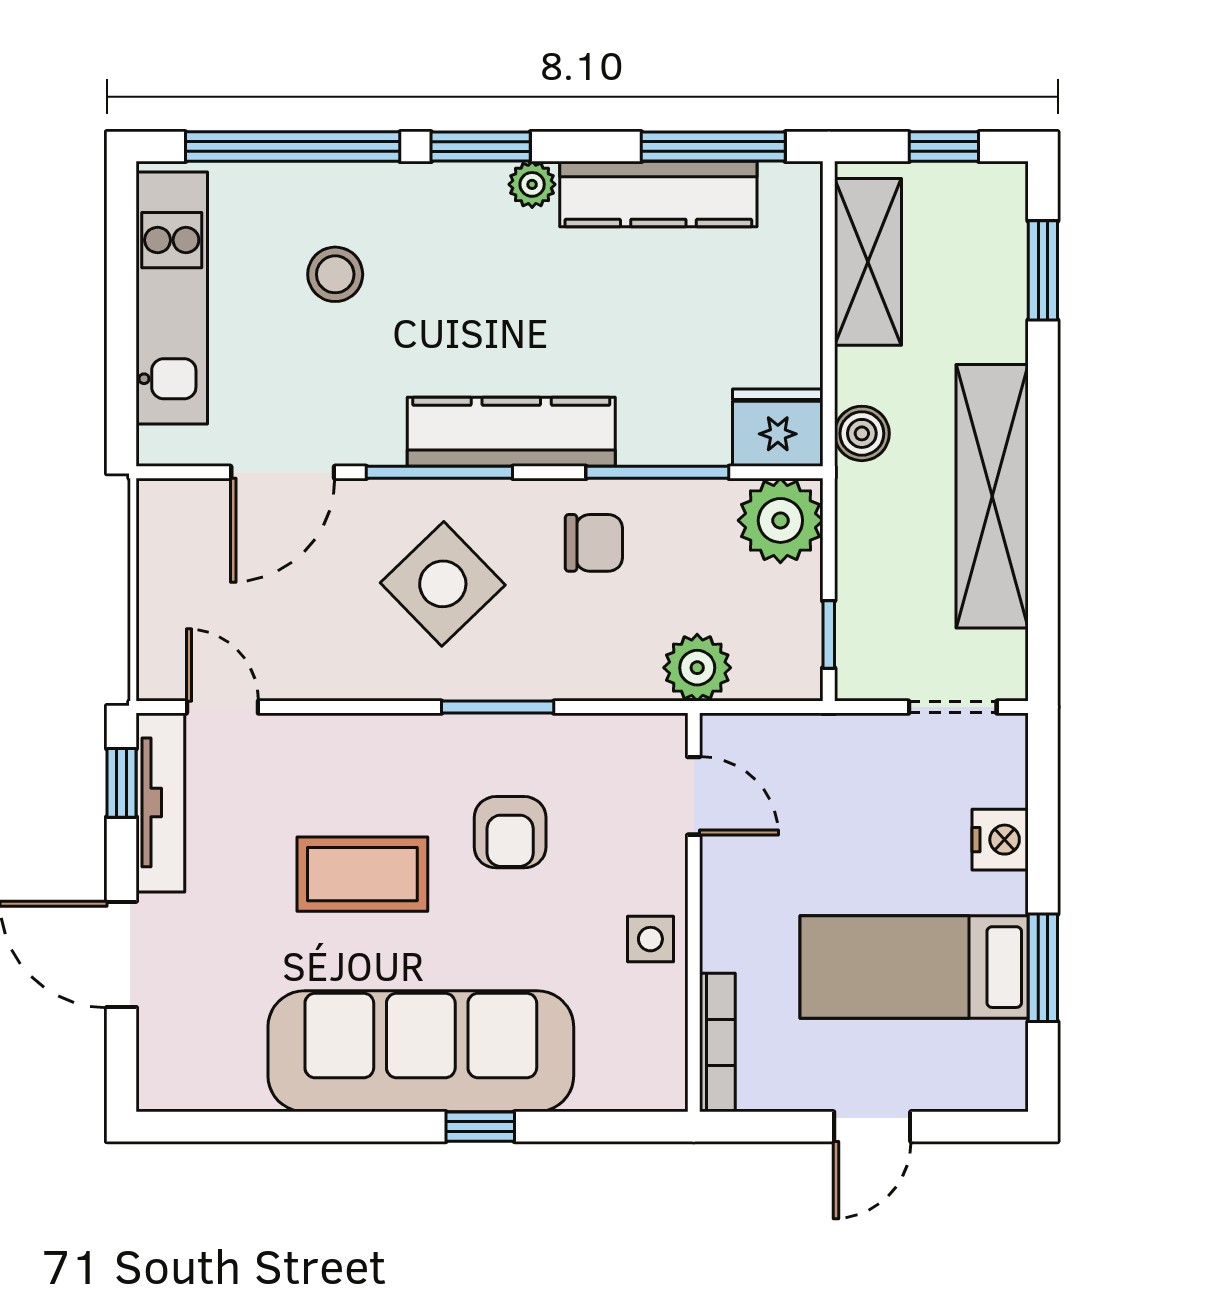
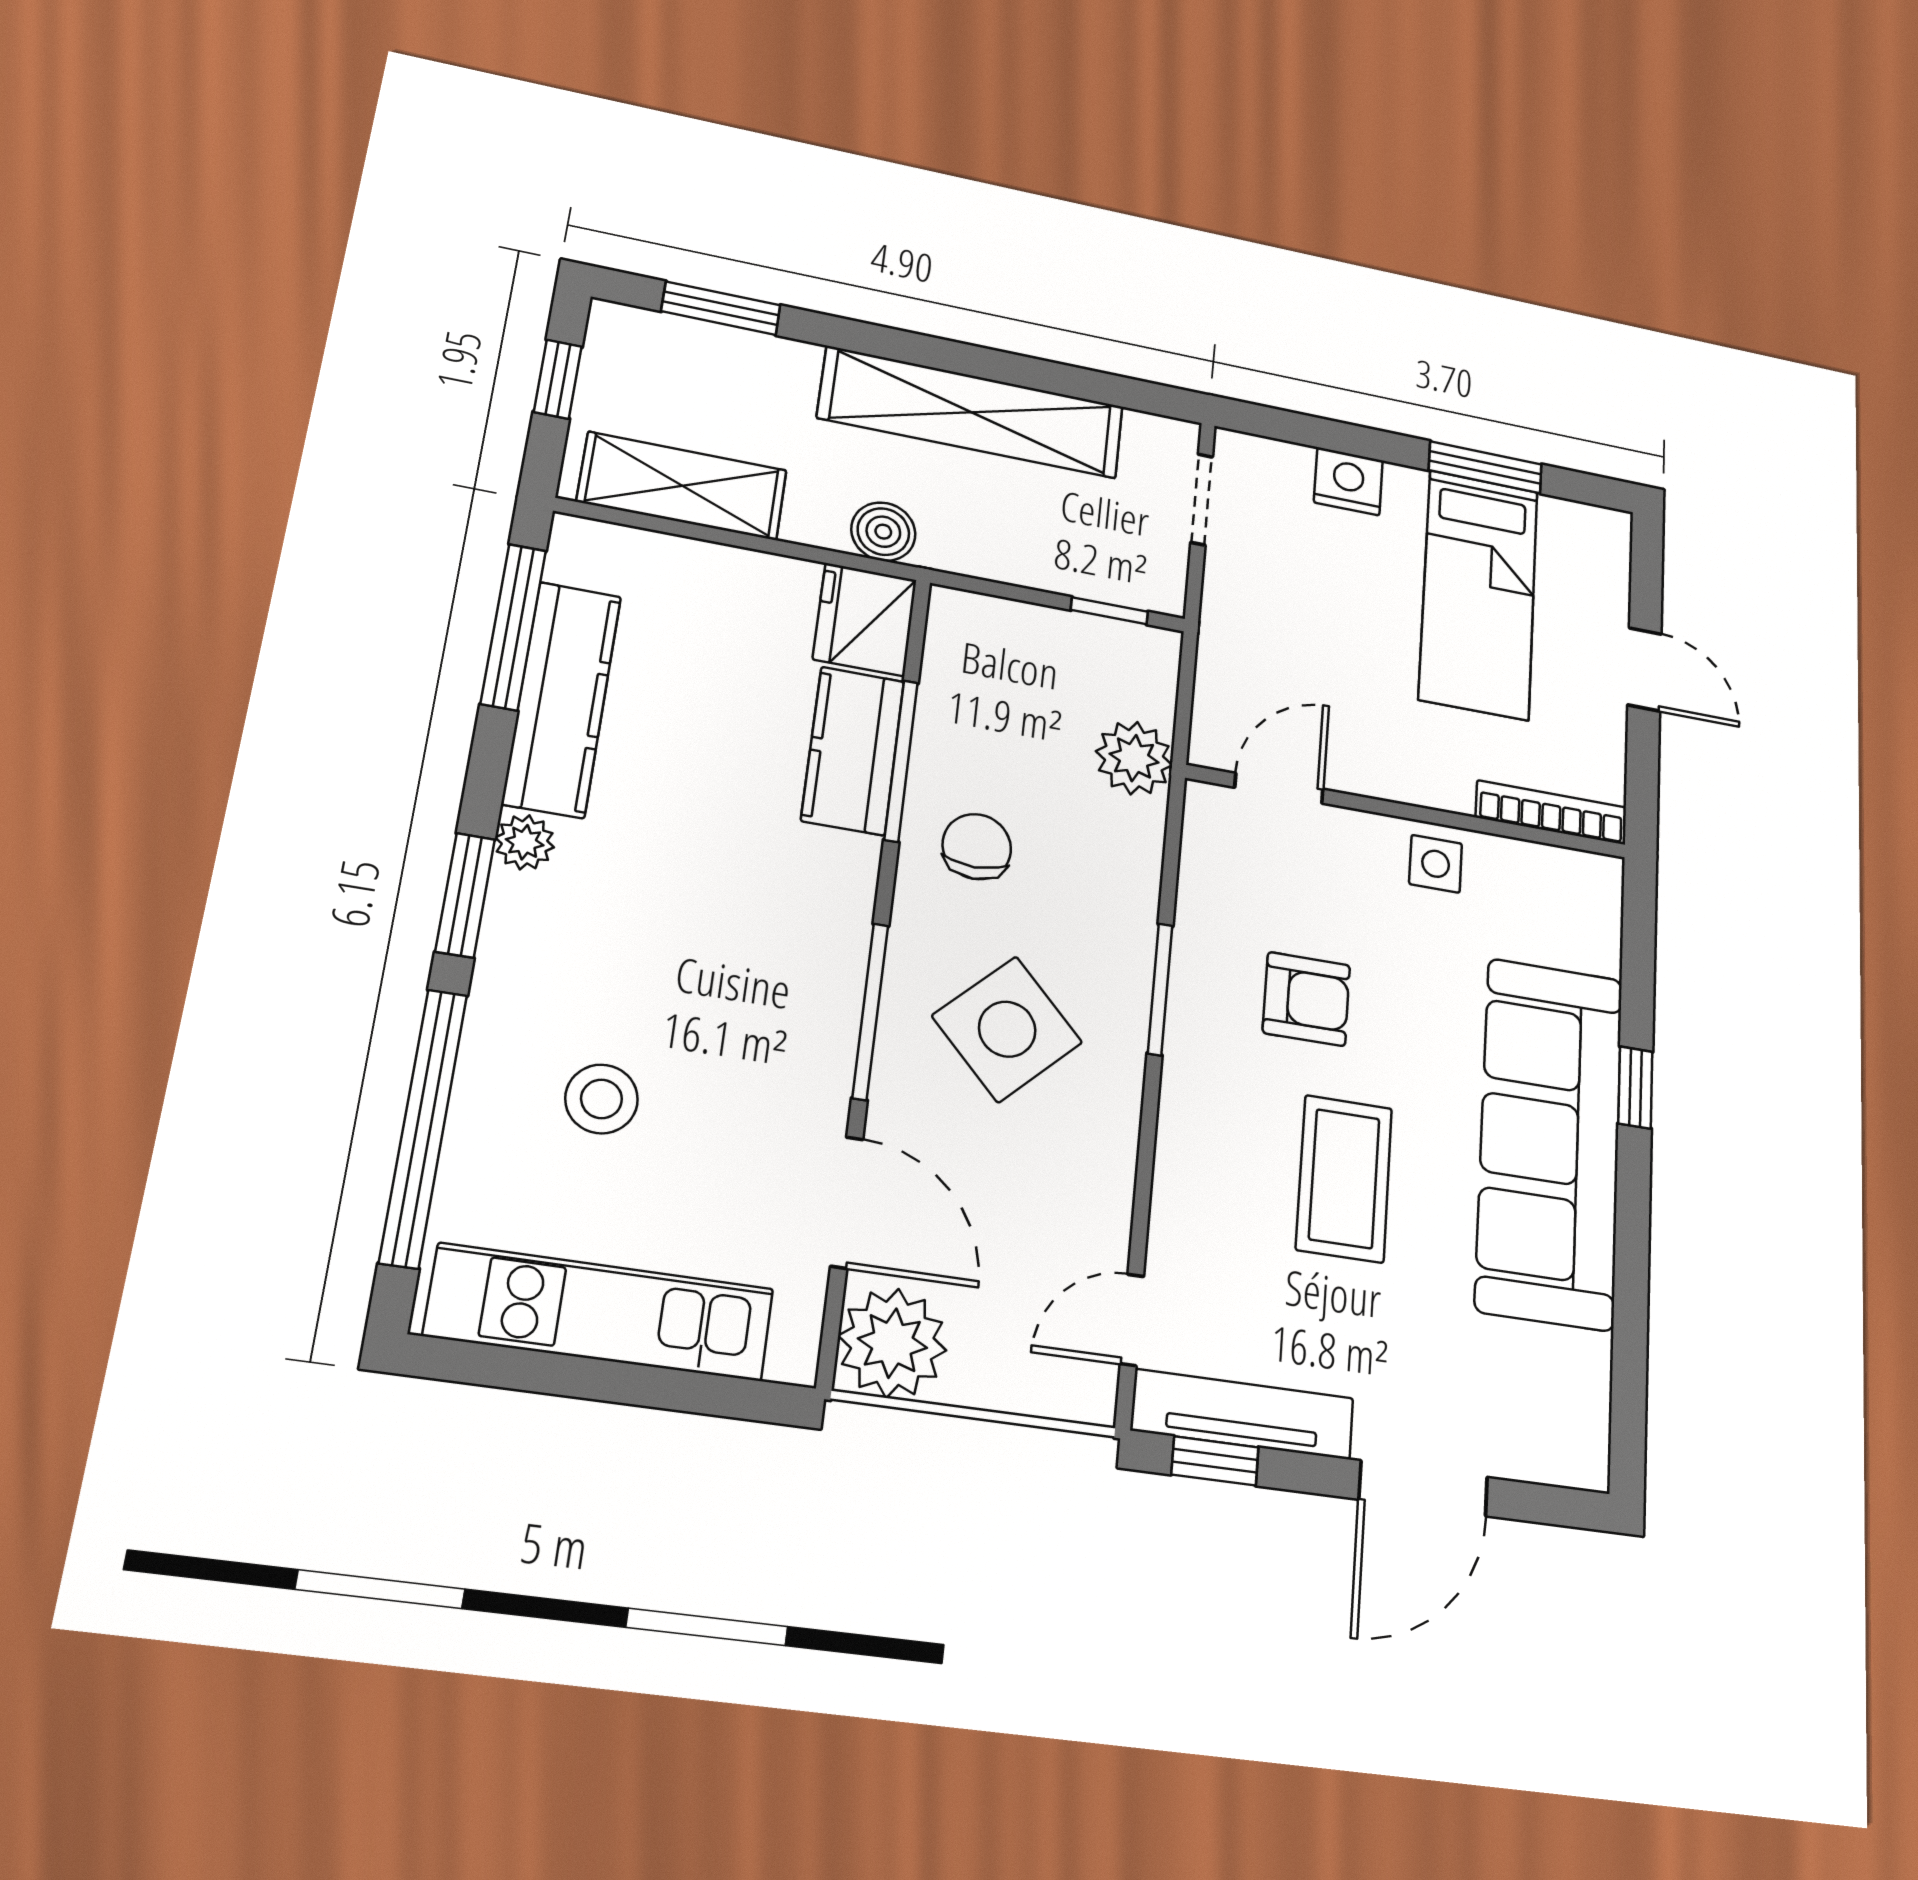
kitchen counter: (511, 432) -> (853, 751), moved, width x0.67
plant: (780, 520) -> (892, 1343), moved

